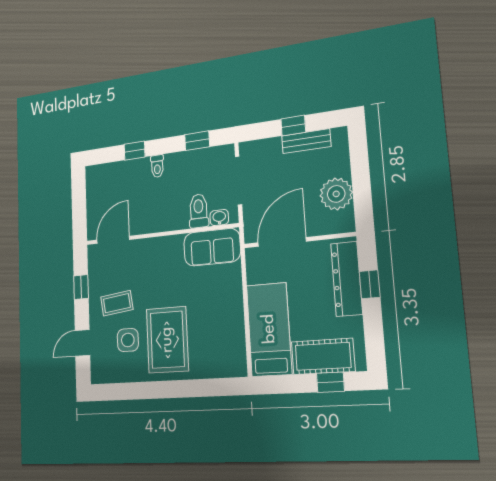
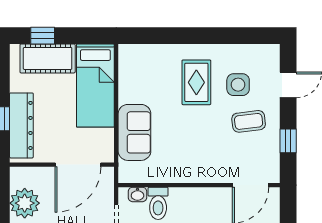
sofa: (212, 247) -> (134, 132), moved, turned 90
rug: (167, 340) -> (196, 82), width x0.73, depth x0.70

